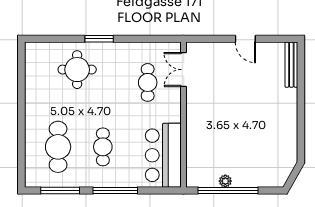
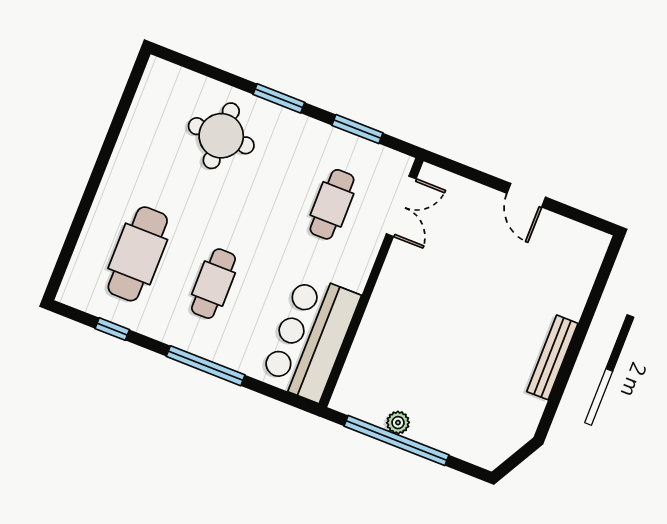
window: (146, 39) -> (357, 129), added
bench: (291, 65) -> (552, 357), moved
double door: (184, 70) -> (401, 206), swing flipped
window: (60, 191) -> (112, 329), width x0.46

